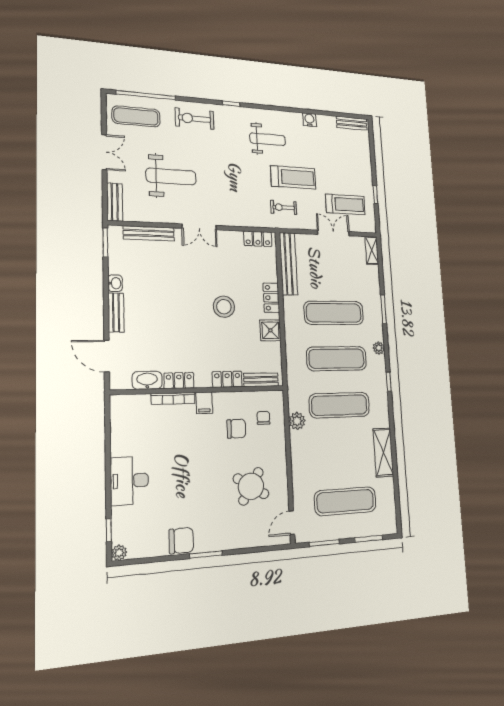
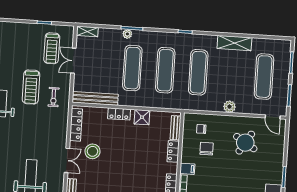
treadmill: (293, 177) -> (31, 87), turned 180
treadmill: (345, 204) -> (52, 48), turned 180
locker: (258, 239) -> (76, 125), width x1.53
stool: (224, 307) -> (93, 151), moved
plant: (379, 348) -> (127, 34), moved
plant: (297, 421) -> (229, 107), moved

